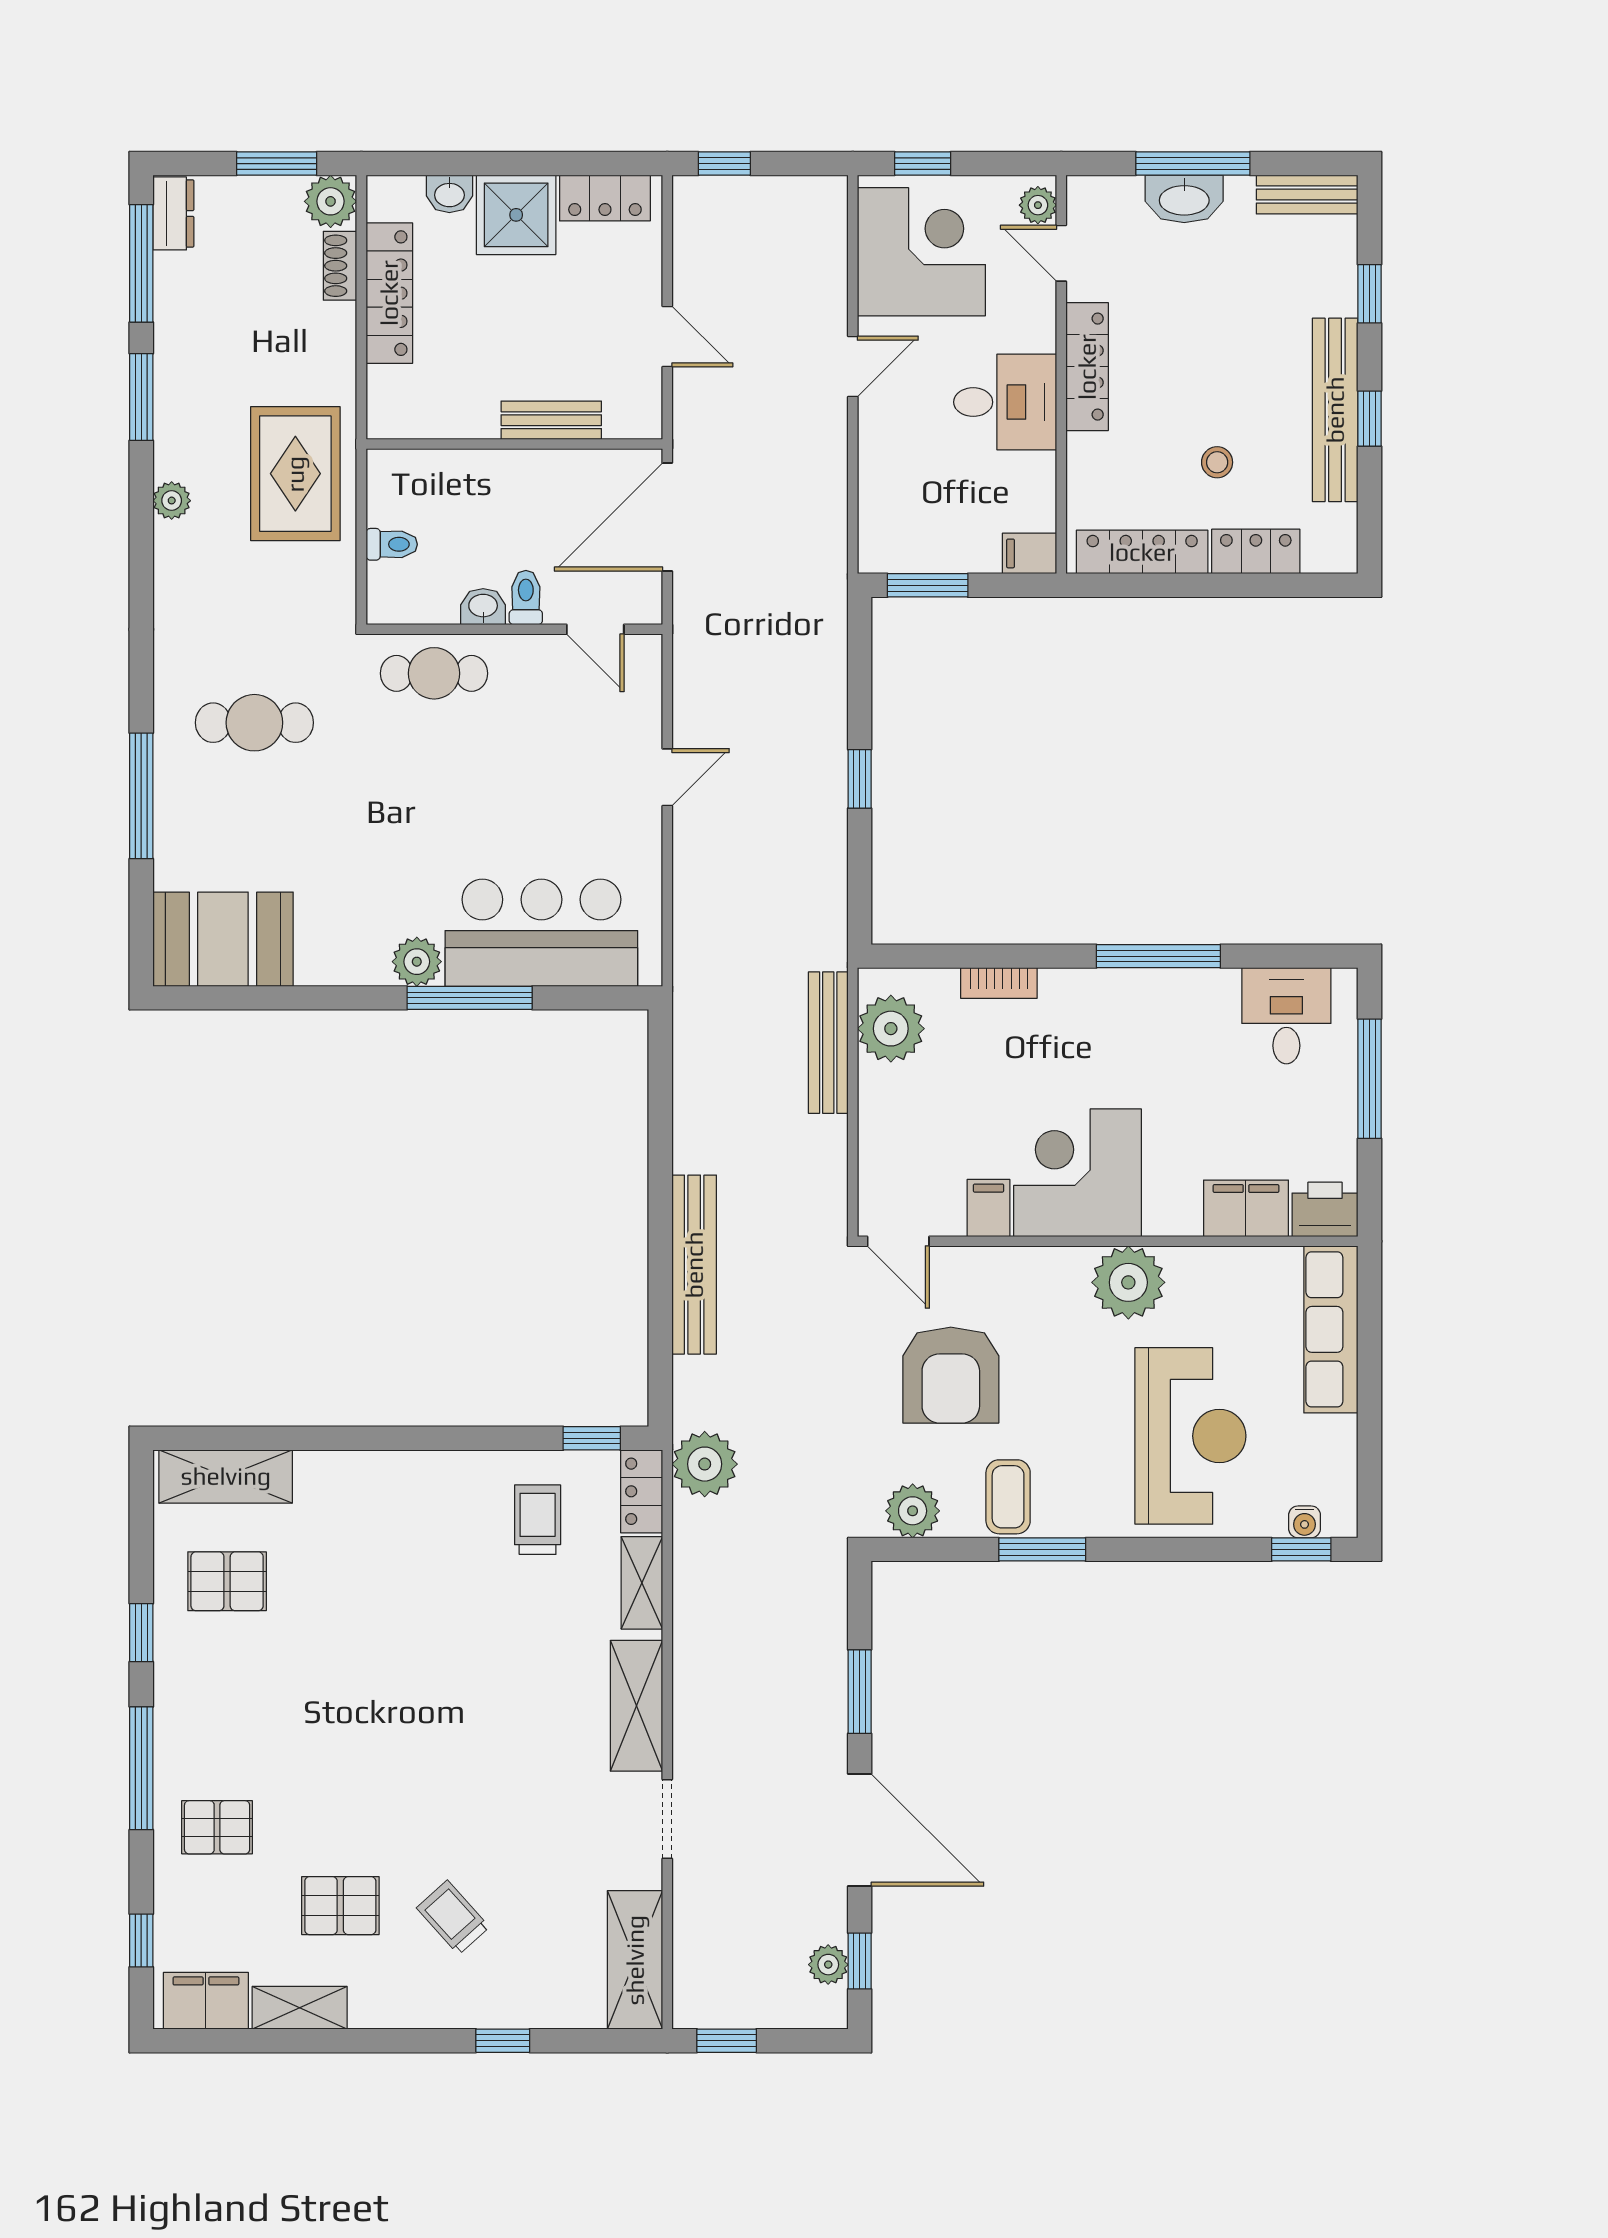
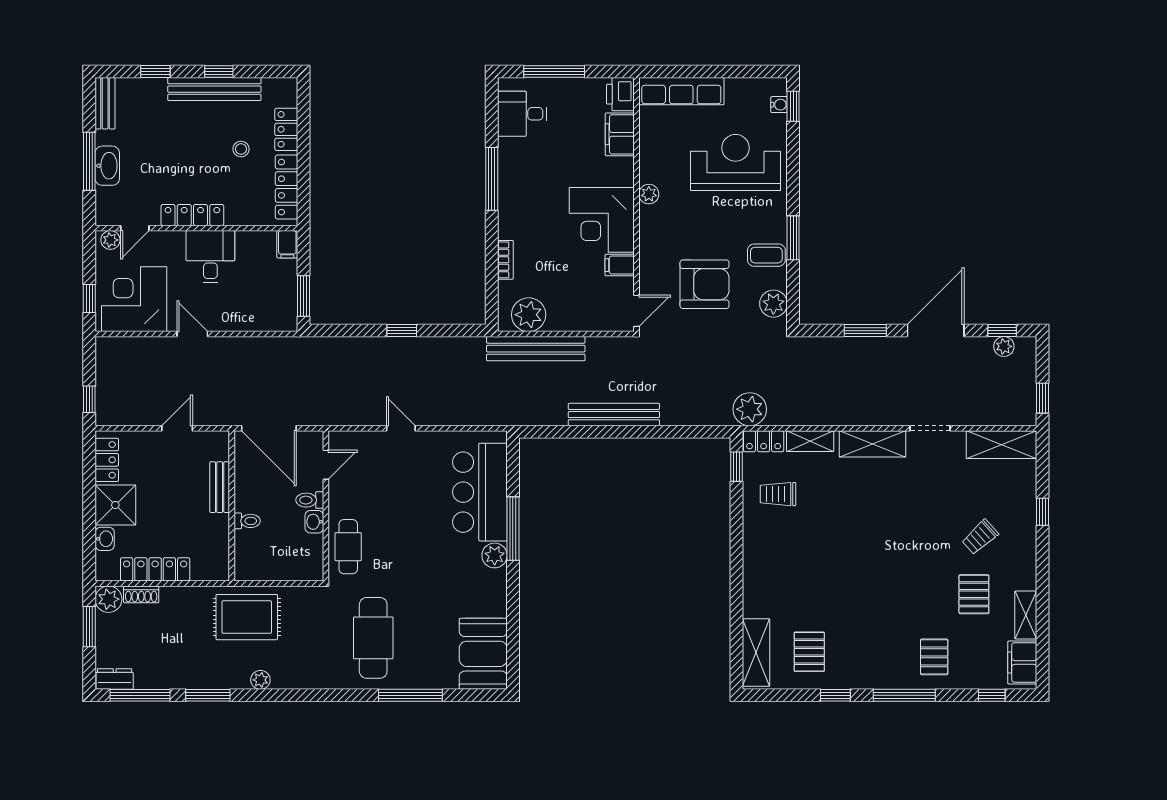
toilet: (392, 544) -> (247, 521), moved, turned 90
cafe table: (254, 723) -> (373, 638), width x1.37, depth x1.35
bench: (828, 1043) -> (536, 349), width x1.37, depth x1.21
bench: (694, 1265) -> (614, 415), moved
plant: (1128, 1282) -> (649, 194), width x0.53, depth x0.53

